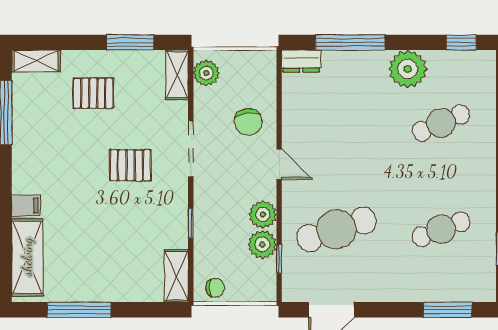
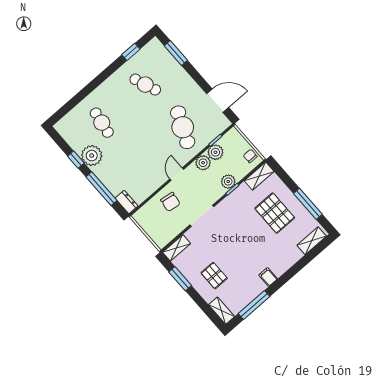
window: (461, 42) -> (76, 160), moved
plant: (206, 73) -> (228, 182), moved
chair: (248, 122) -> (170, 202), turned 107
cafe table: (441, 123) -> (102, 123), turned 33
pallet: (130, 165) -> (275, 213), moved, width x1.50, depth x1.42
filing cabinet: (26, 205) -> (268, 277), moved
cafe table: (337, 229) -> (183, 127), turned 42
shelving: (27, 257) -> (312, 241), width x0.67, depth x0.75

